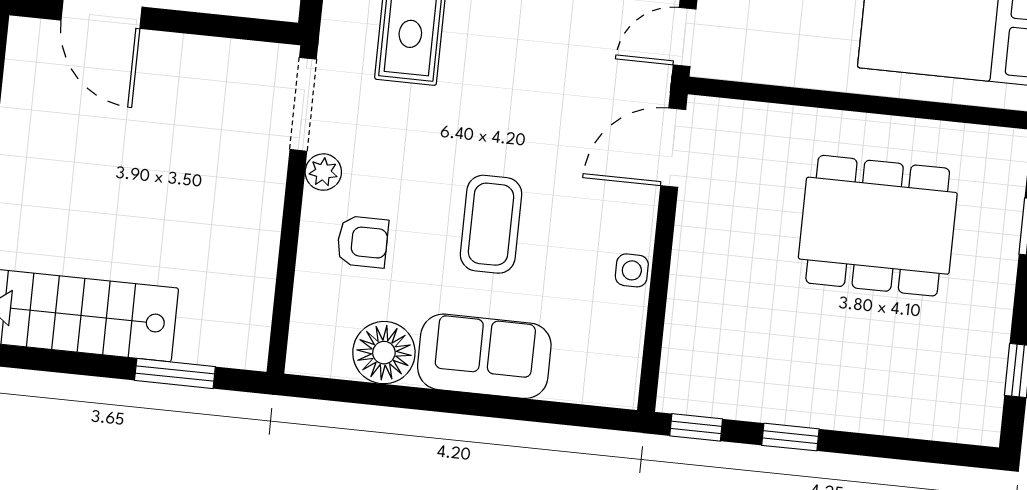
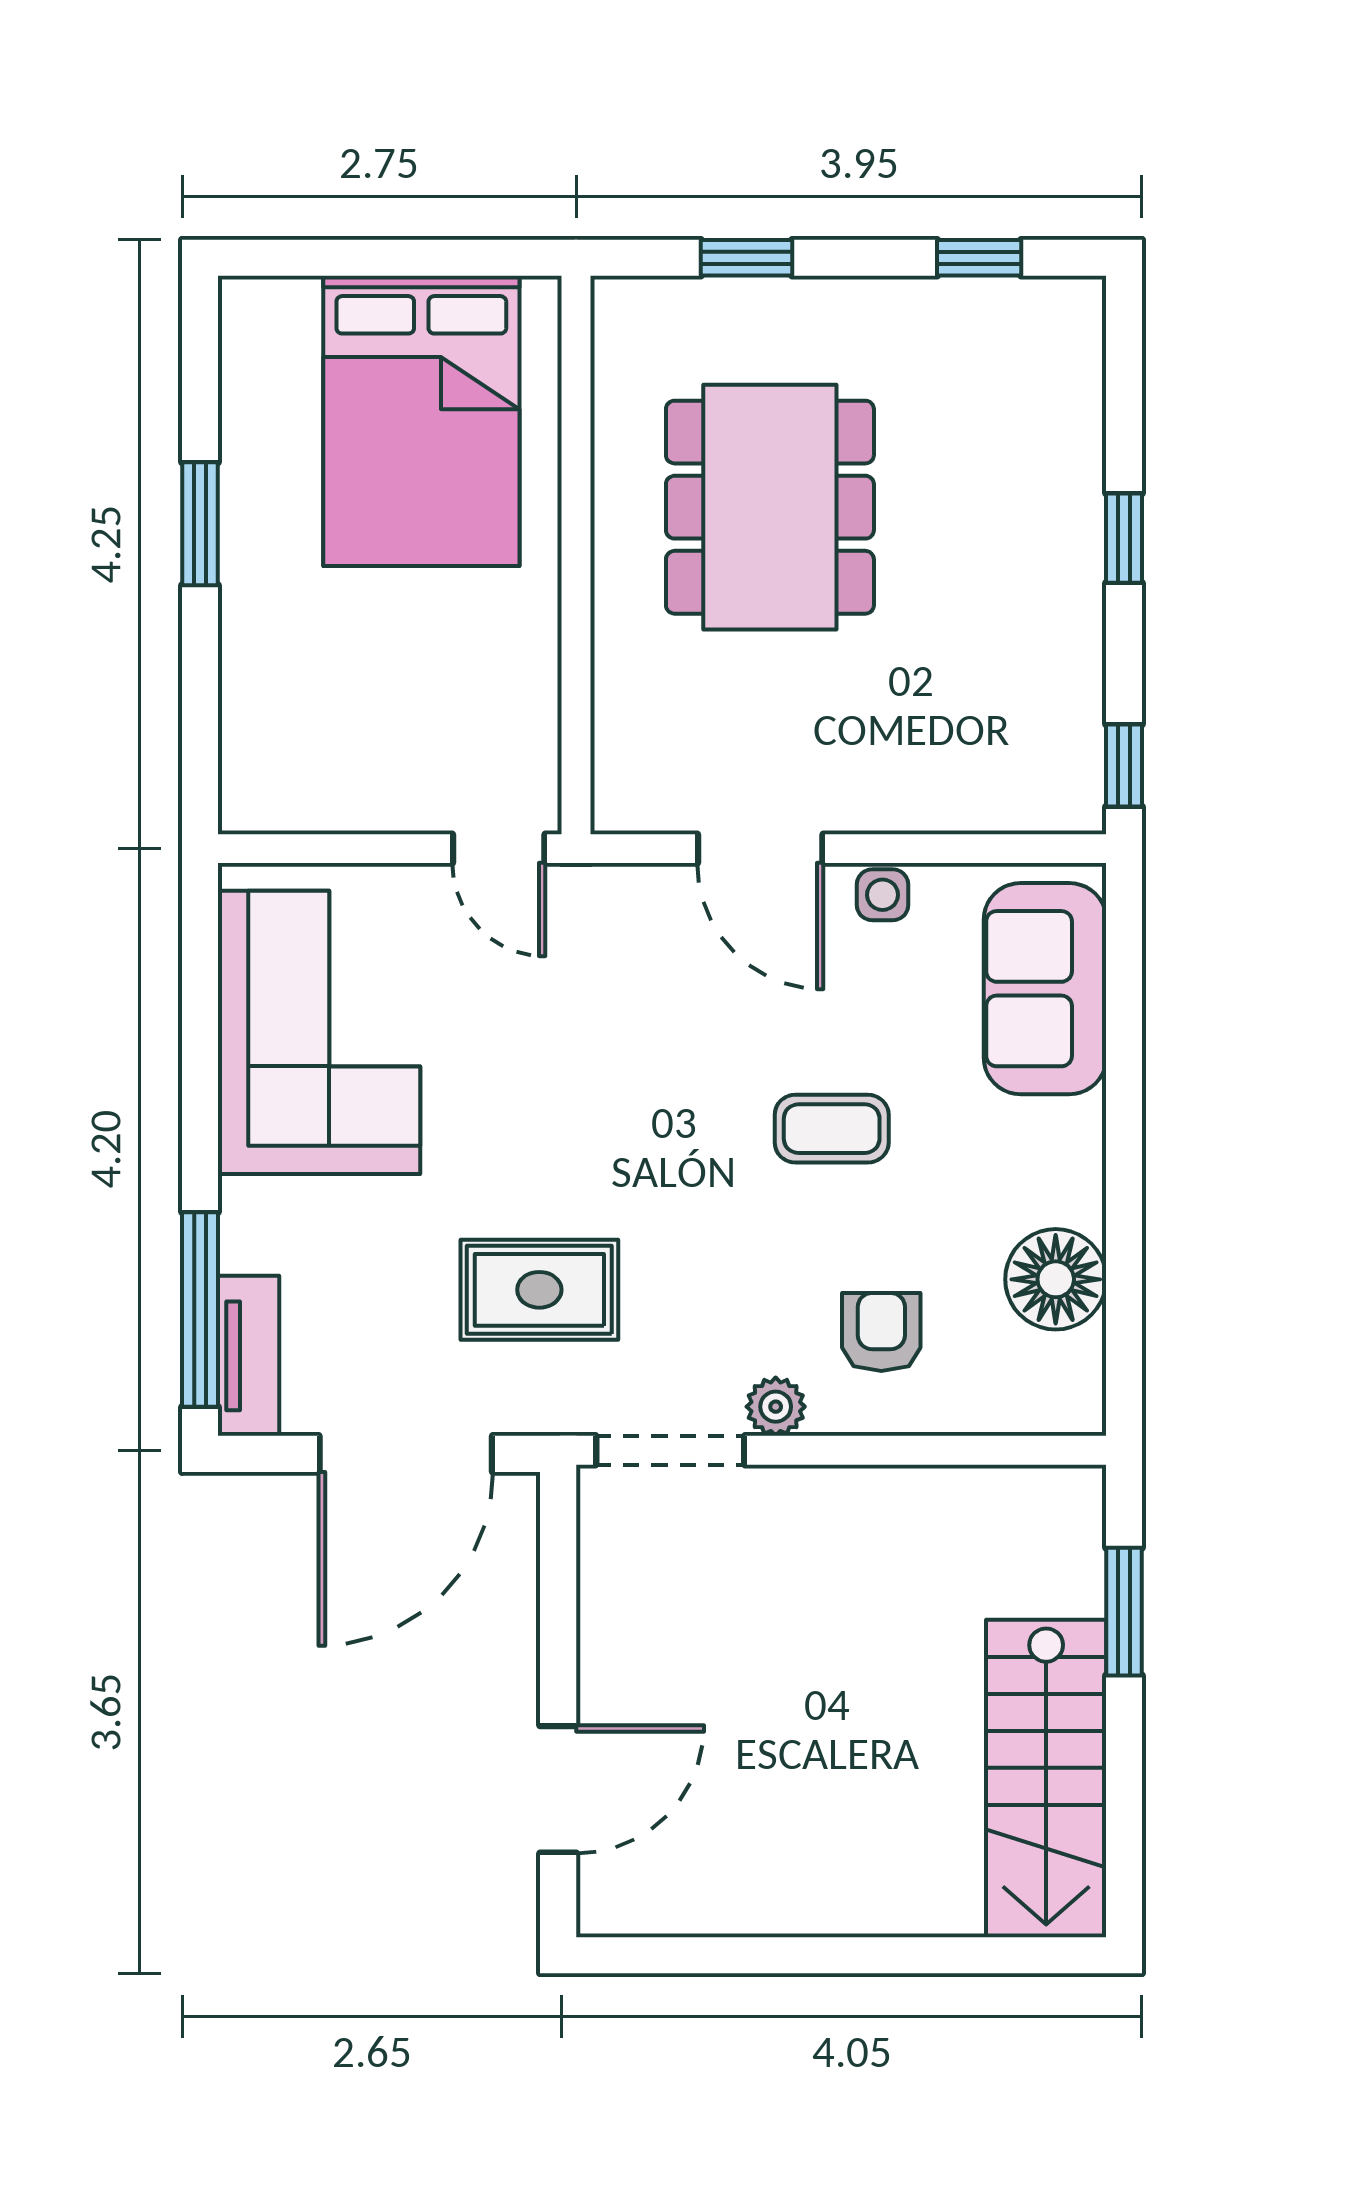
door: (673, 148) -> (760, 849), moved
coffee table: (491, 224) -> (832, 1129), width x0.73, depth x0.77
sofa: (484, 356) -> (1045, 989), moved
window: (790, 437) -> (1124, 538), moved

